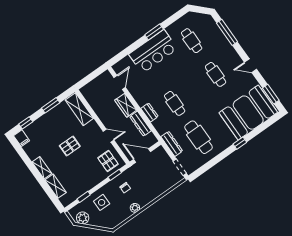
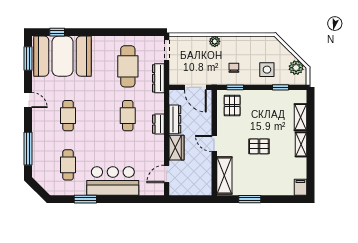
window: (154, 32) -> (85, 199), moved
window: (26, 123) -> (286, 199), removed
door: (109, 136) -> (214, 143), moved
window: (240, 143) -> (57, 32), moved
plant: (135, 208) -> (215, 41), moved

